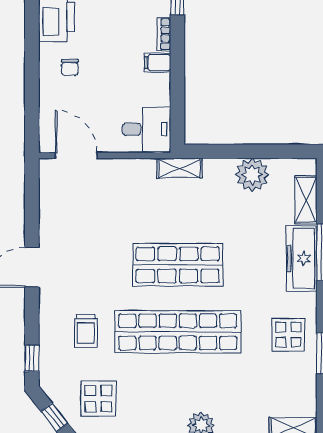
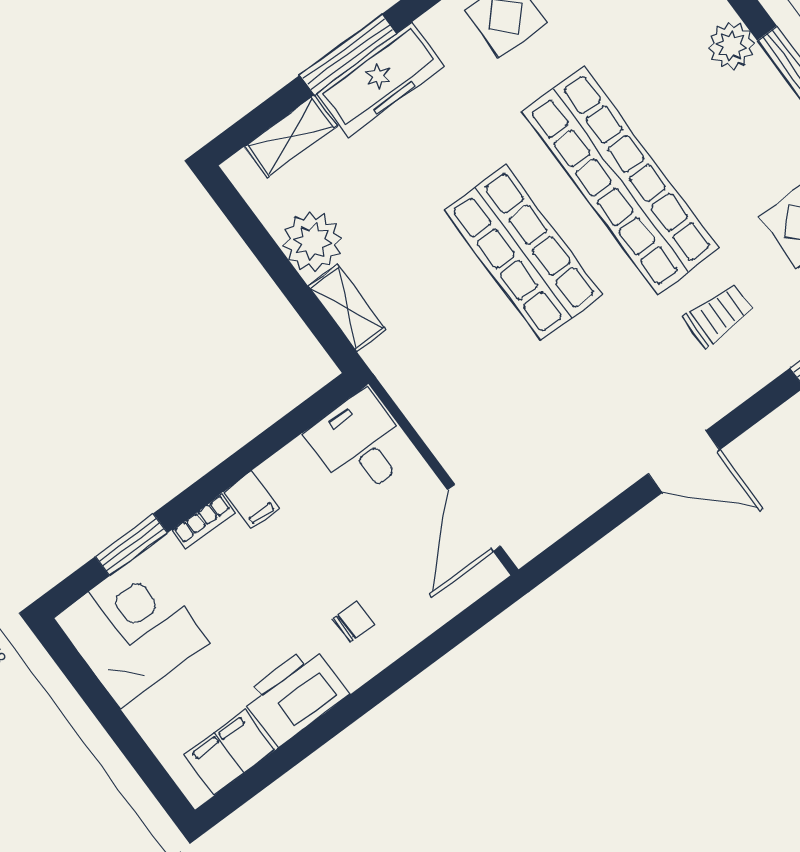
shelving: (179, 168) -> (347, 308), moved

